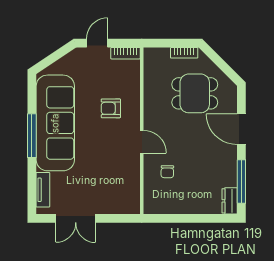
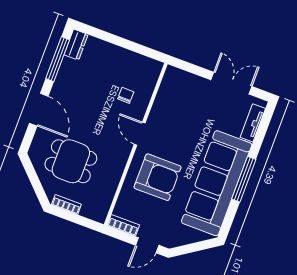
armchair: (111, 108) -> (158, 177), width x1.88, depth x1.88

